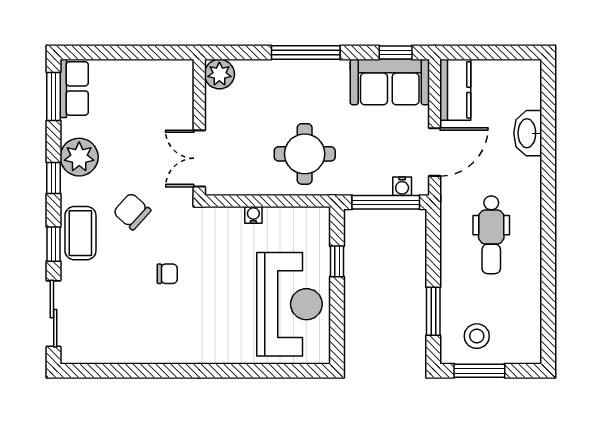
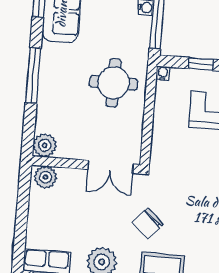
plant: (180, 78) -> (46, 177), added
water cooler: (253, 215) -> (163, 73), moved, turned 90
chair: (167, 274) -> (200, 199), removed

